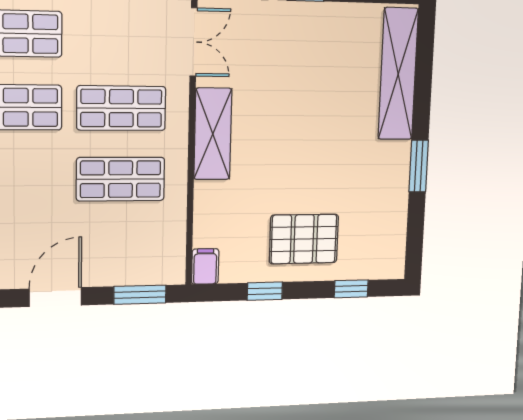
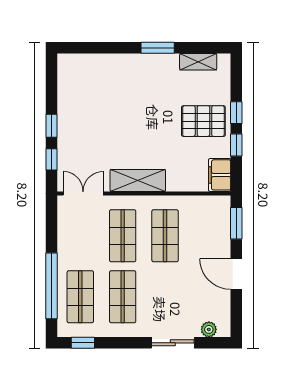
shelving: (398, 74) -> (198, 62), moved, width x0.45, depth x0.75
pallet: (304, 239) -> (203, 121), turned 90
filing cabinet: (205, 266) -> (220, 175), width x2.00
window: (351, 289) -> (236, 113), moved

